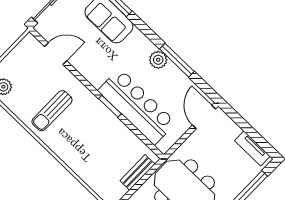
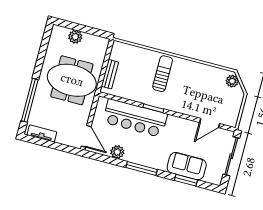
plant: (158, 60) -> (117, 152), moved
window: (177, 60) -> (142, 169), moved
sun lounger: (52, 111) -> (163, 74), moved

